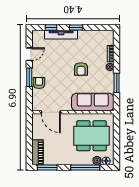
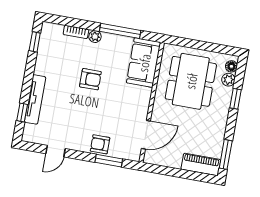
window: (76, 28) -> (35, 42), moved
door: (29, 54) -> (56, 151), swing flipped
window: (29, 77) -> (109, 161), moved
window: (117, 83) -> (120, 31), width x1.44
sofa: (93, 102) -> (144, 63), width x0.73
window: (85, 167) -> (236, 99), width x0.46

